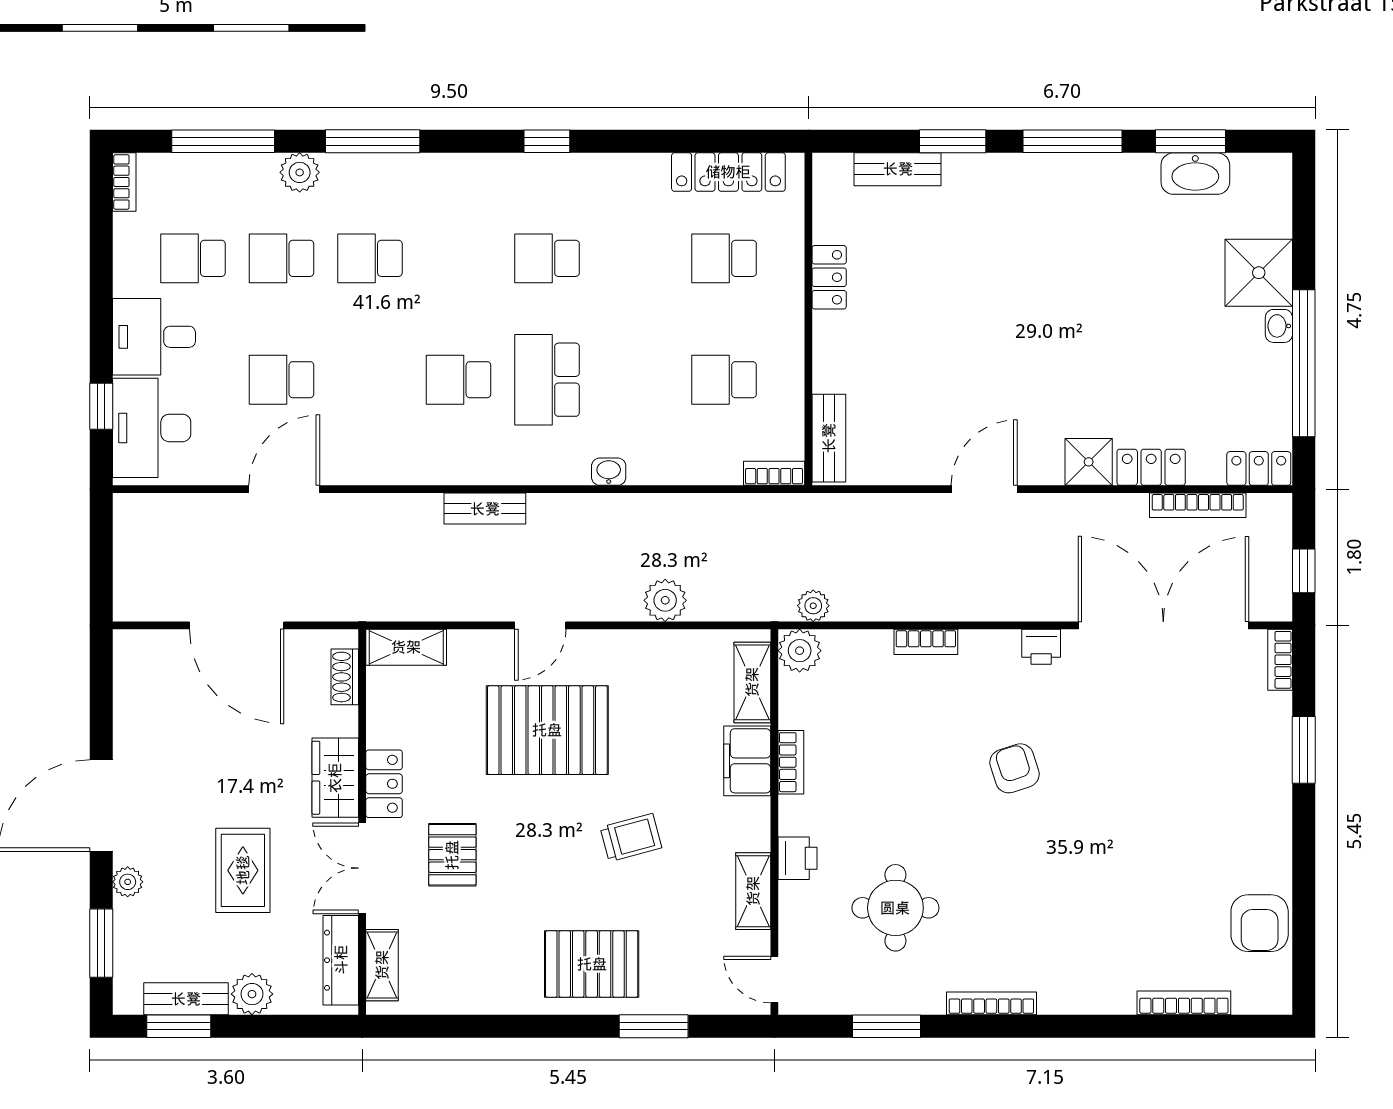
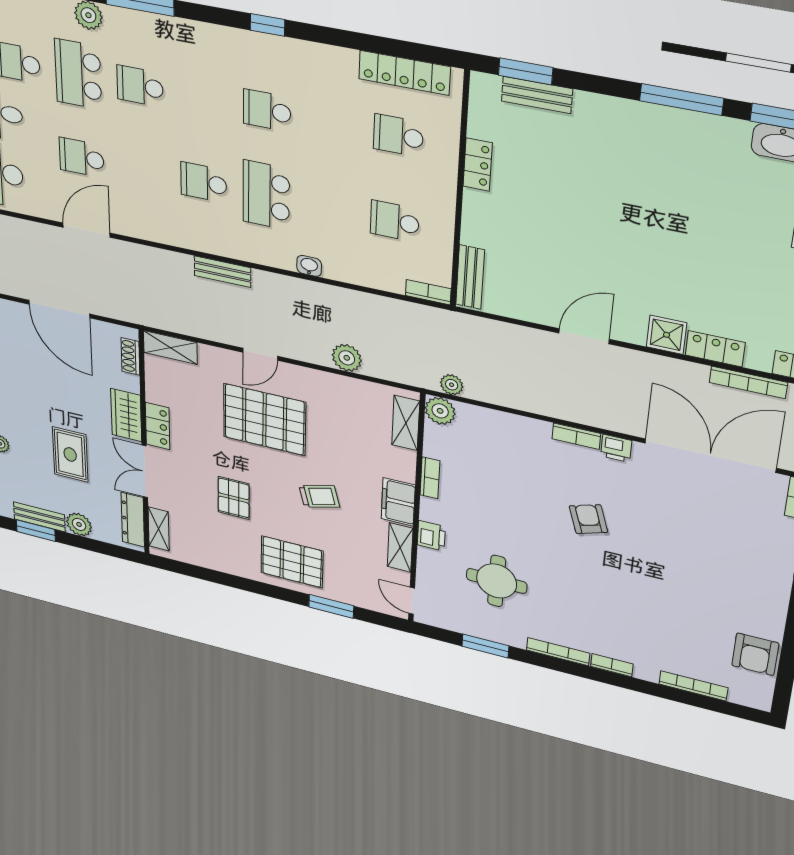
window: (953, 141) -> (526, 71), moved
school desk: (281, 258) -> (78, 74), width x1.85
bookcase: (926, 642) -> (576, 436), moved
filing cabinet: (747, 761) -> (398, 502), moved
pallet: (452, 855) -> (234, 498), moved
bookcase: (1069, 1003) -> (612, 665), added

